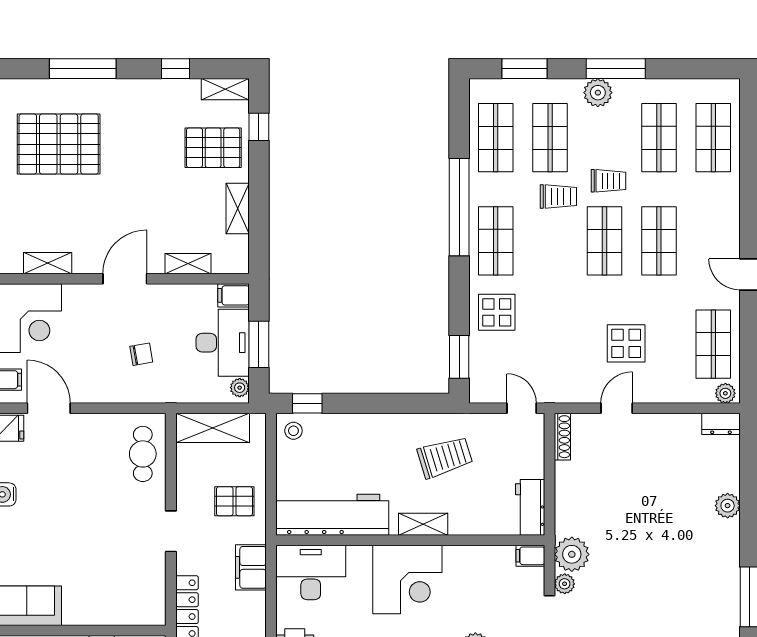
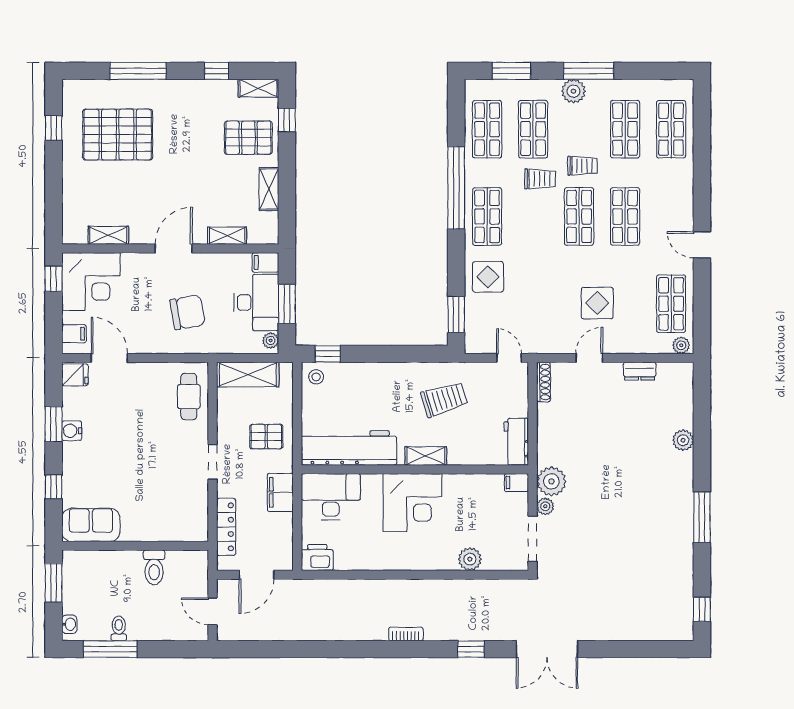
chair: (141, 354) -> (187, 312), width x1.87, depth x1.87
dresser: (721, 424) -> (640, 371), moved

